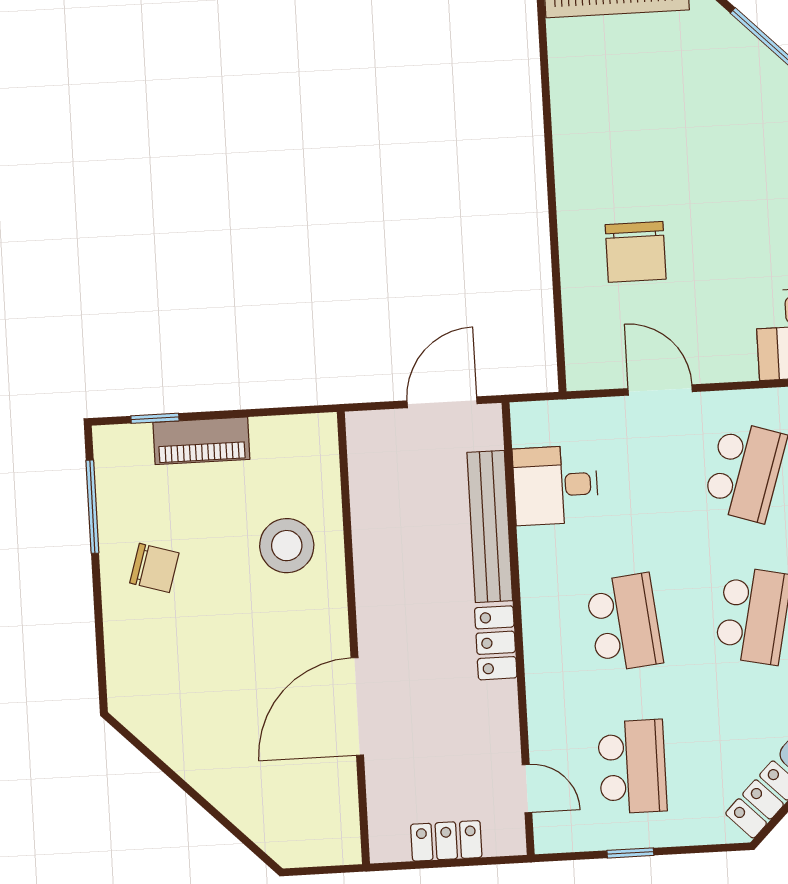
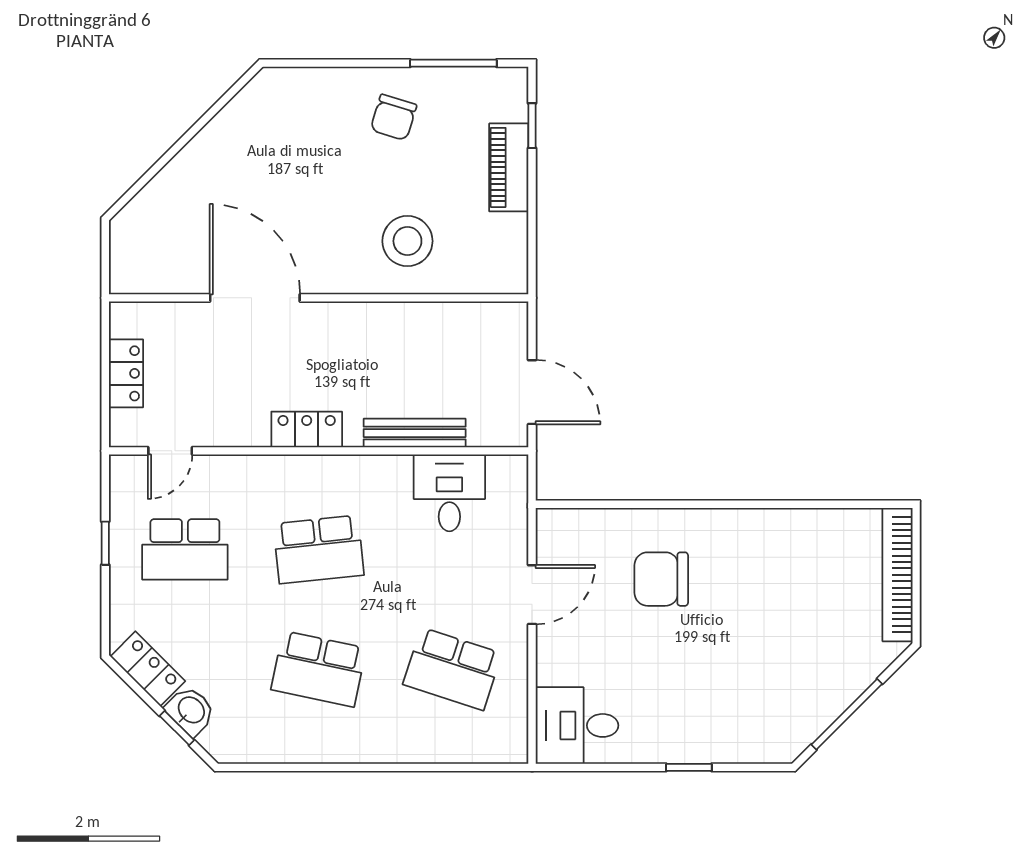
bench: (490, 526) -> (415, 433), width x0.73, depth x0.82

